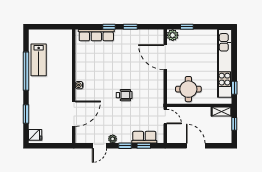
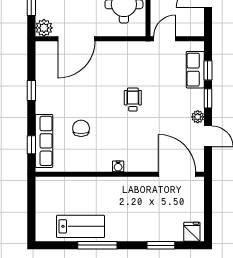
window: (109, 27) -> (31, 145), moved
chair: (105, 60) -> (81, 128), added
window: (26, 71) -> (97, 245), width x0.68
door: (74, 114) -> (177, 174), moved

